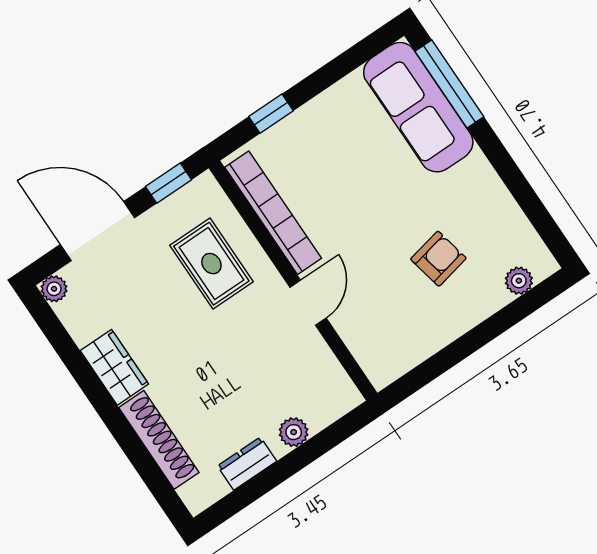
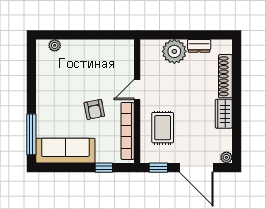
sofa: (418, 107) -> (65, 151), moved, turned -90
armchair: (438, 259) -> (94, 109), moved, turned -89
plant: (294, 432) -> (174, 51), width x1.88, depth x1.88

